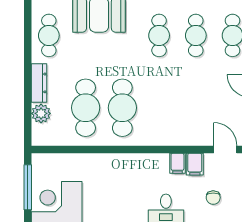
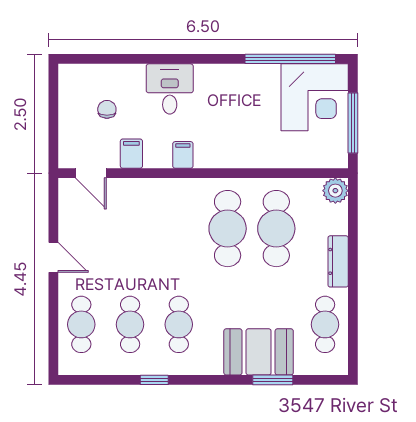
plant: (41, 113) -> (335, 191), moved
filing cabinet: (177, 163) -> (183, 155), moved

